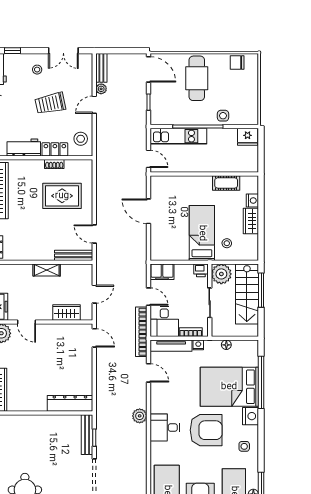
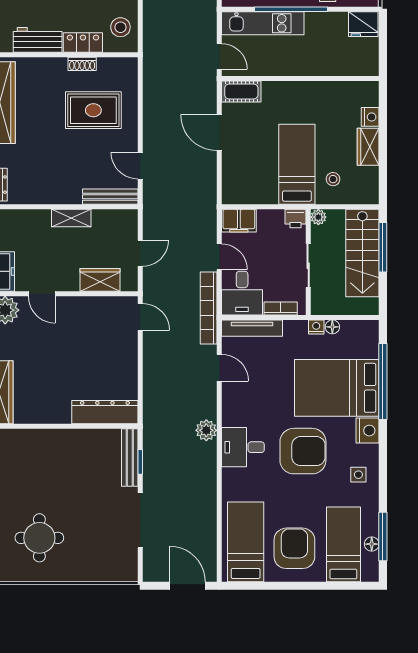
cot: (226, 183) -> (241, 91), moved
plant: (221, 274) -> (318, 217), width x0.53, depth x0.53
nightstand: (198, 345) -> (316, 327), moved

